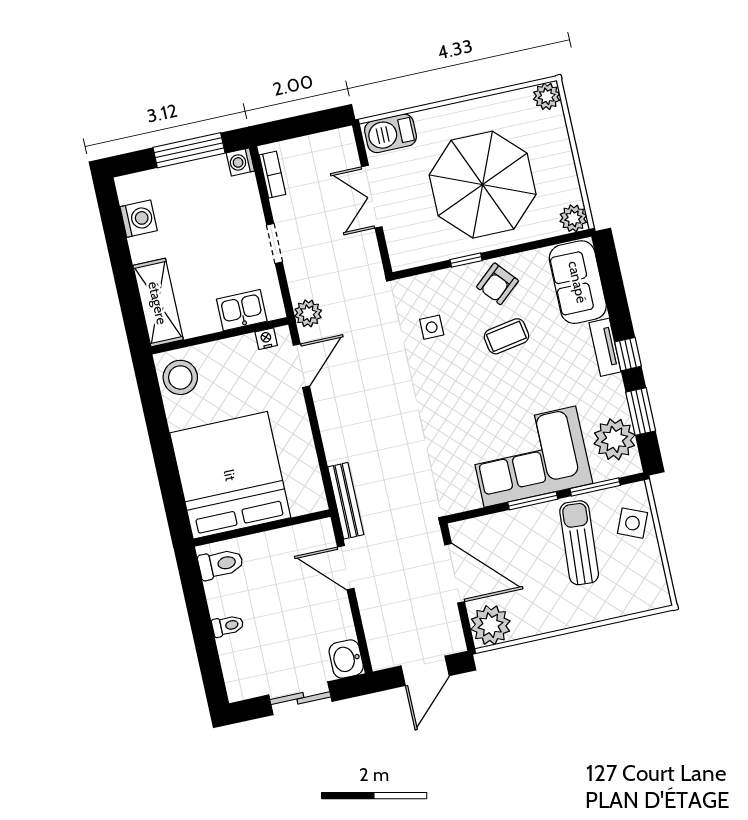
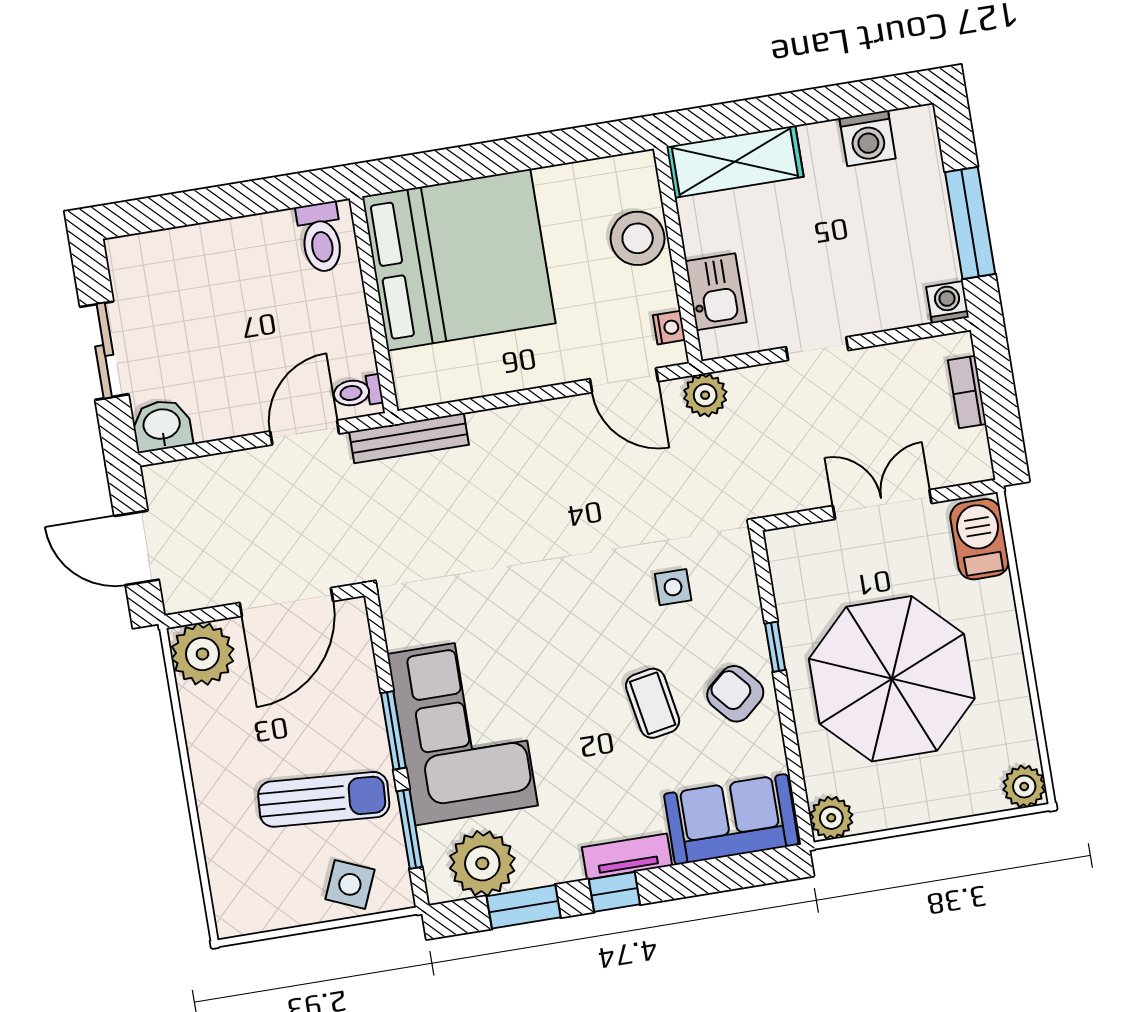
bookcase: (272, 175) -> (967, 392), moved, turned 90
stool: (180, 377) -> (638, 238), moved
toilet: (228, 626) -> (358, 392), moved, turned 90

